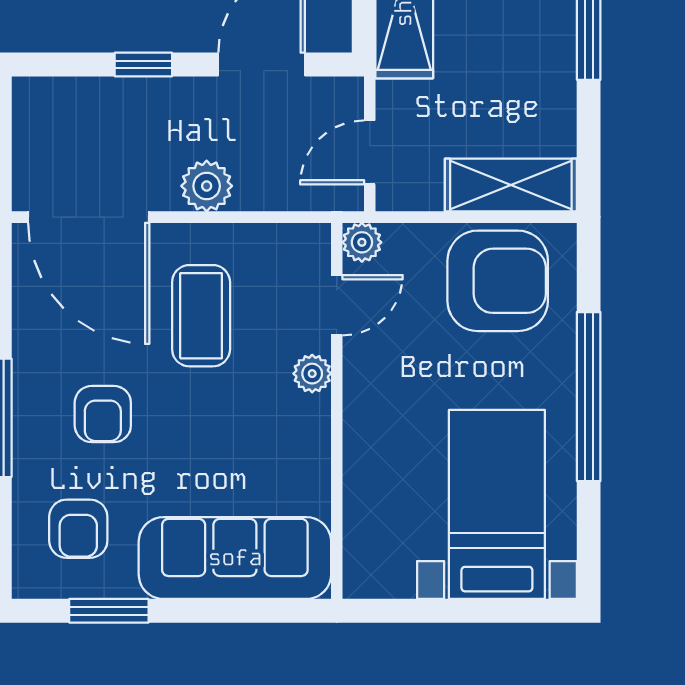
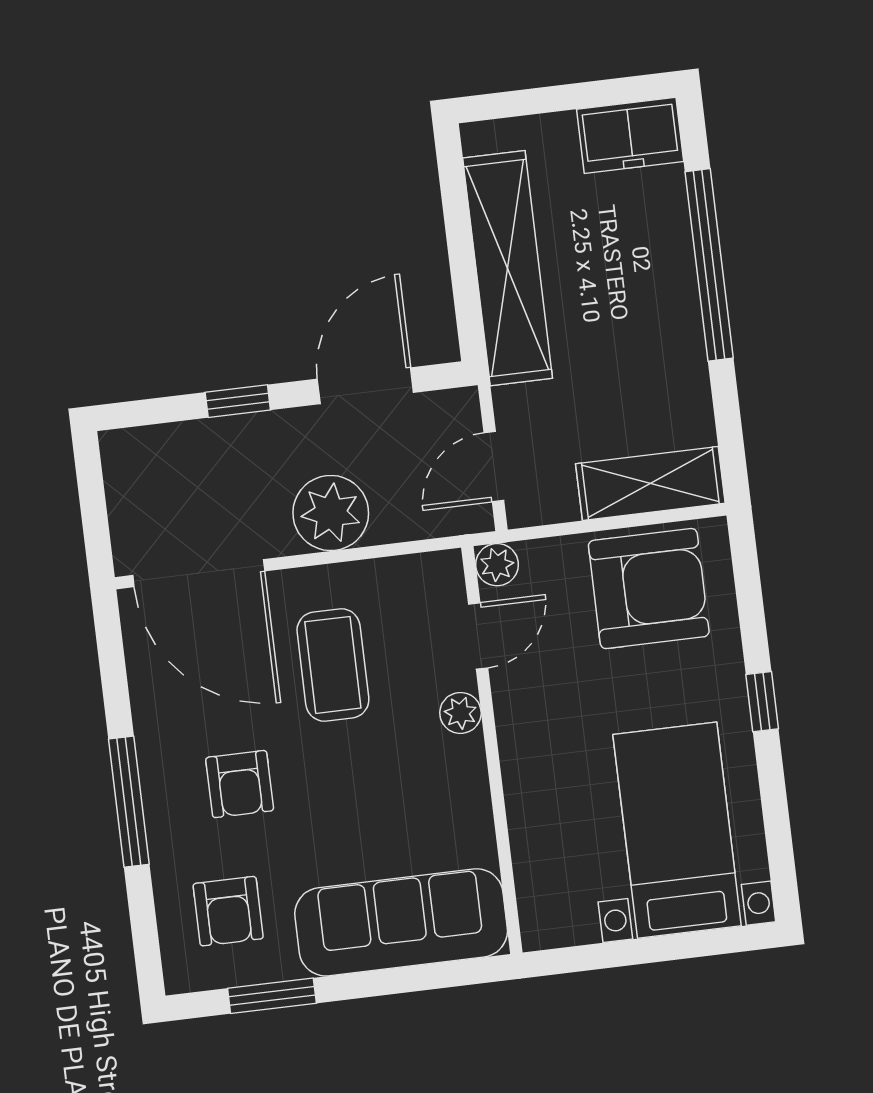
plant: (207, 186) -> (331, 513), width x1.36, depth x1.36
window: (589, 397) -> (762, 702), width x0.32

